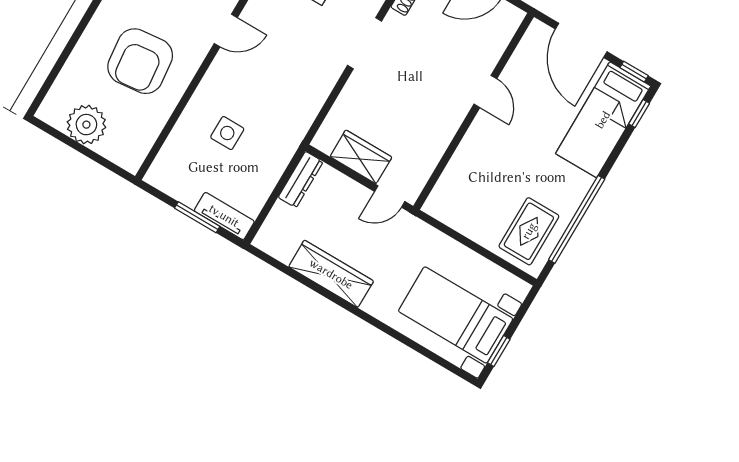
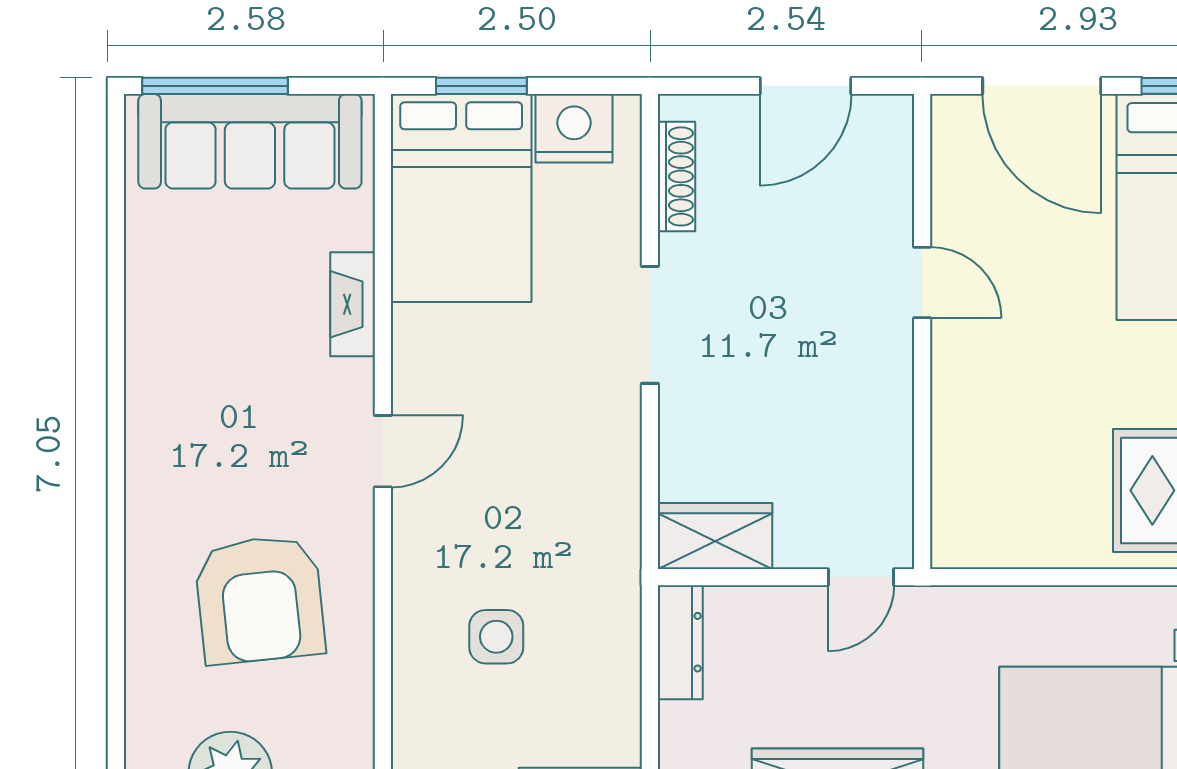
wardrobe: (361, 157) -> (715, 536), moved

